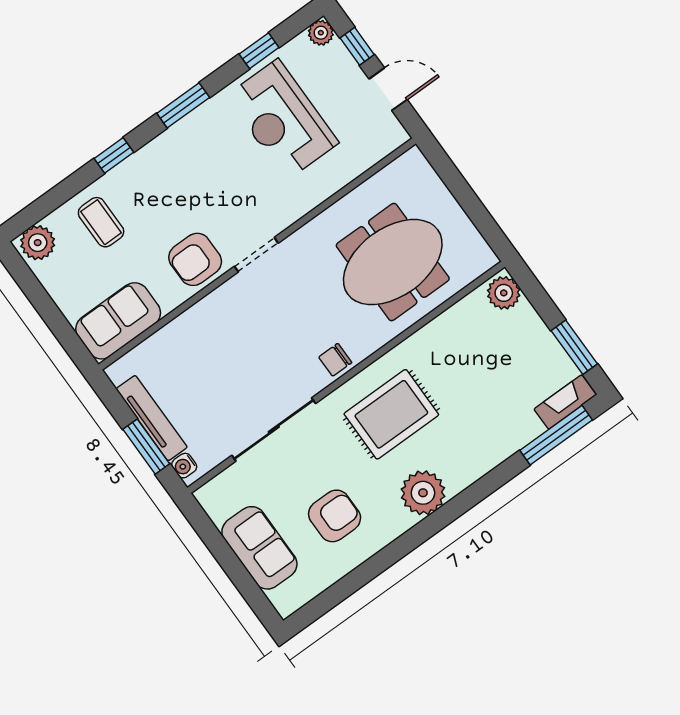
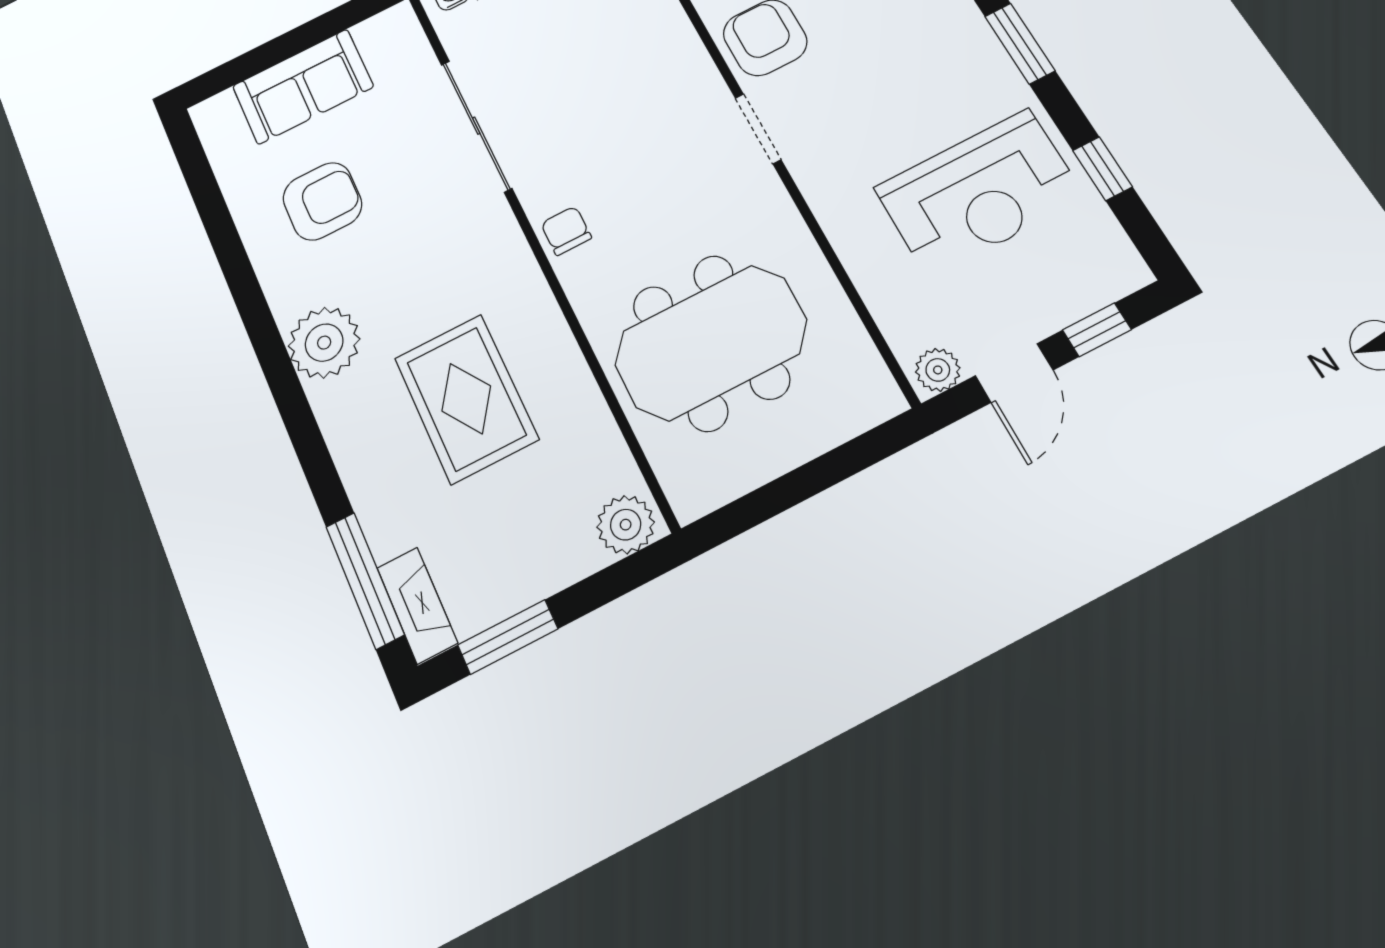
plant: (321, 33) -> (938, 370), moved
reception desk: (282, 119) -> (979, 193), turned 180
meeting table: (393, 262) -> (711, 342), turned 90
rug: (391, 414) -> (466, 399), moved
armchair: (335, 516) -> (322, 201), turned -90

